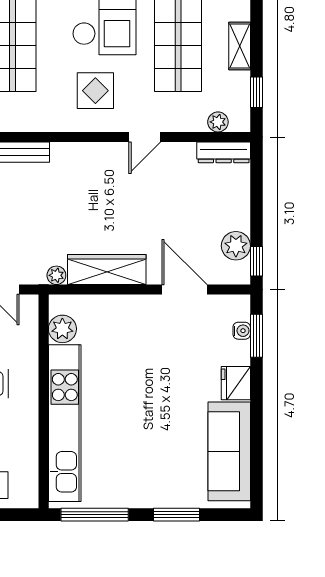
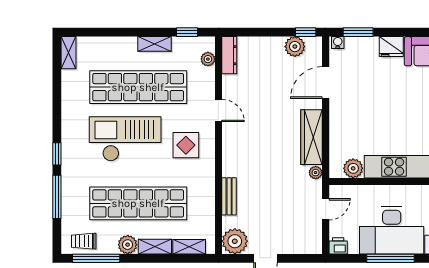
water cooler: (242, 331) -> (338, 42), moved

